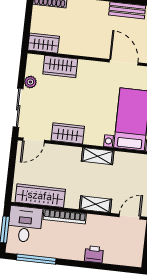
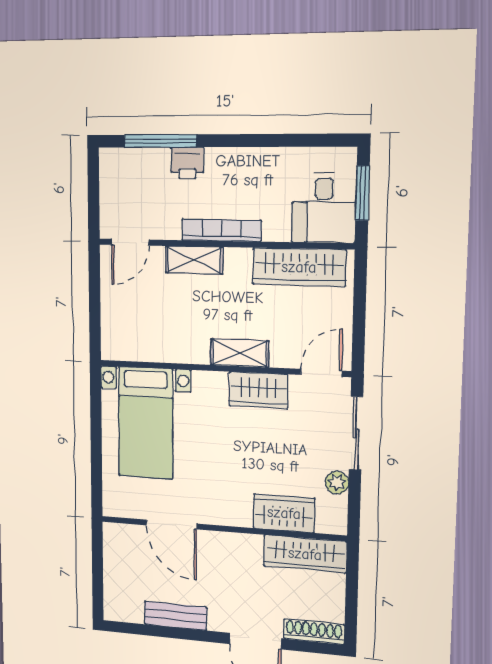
wardrobe: (44, 43) -> (305, 554), width x1.50
shelving: (98, 156) -> (240, 353), moved
bookcase: (65, 217) -> (221, 230), moved
window: (36, 259) -> (160, 141), moved

